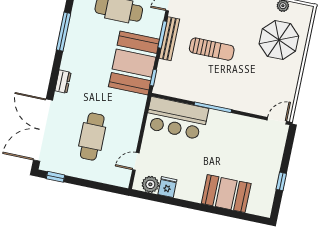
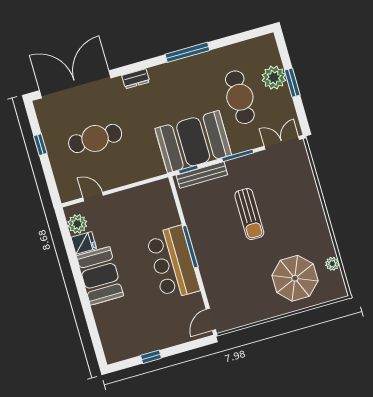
bench: (169, 39) -> (202, 175), moved
bar counter: (177, 118) -> (173, 263), moved
door: (277, 121) -> (211, 319), swing flipped
window: (55, 177) -> (40, 145), moved
booth: (226, 194) -> (100, 276), moved

